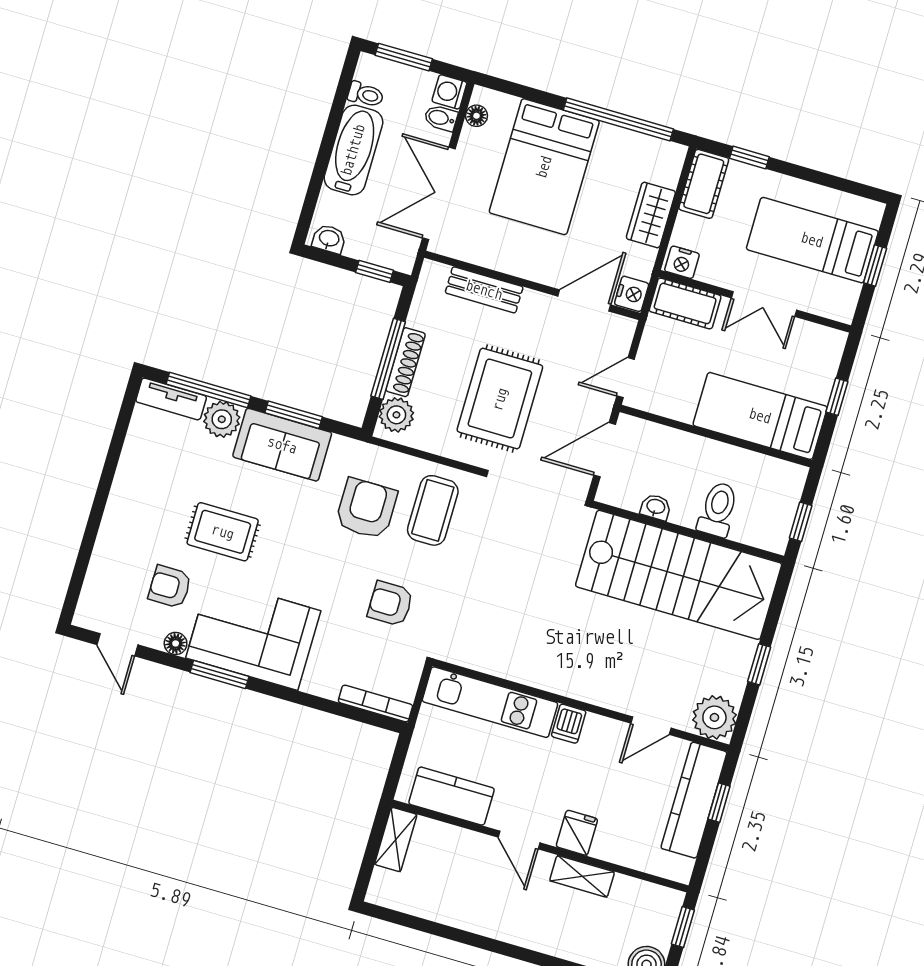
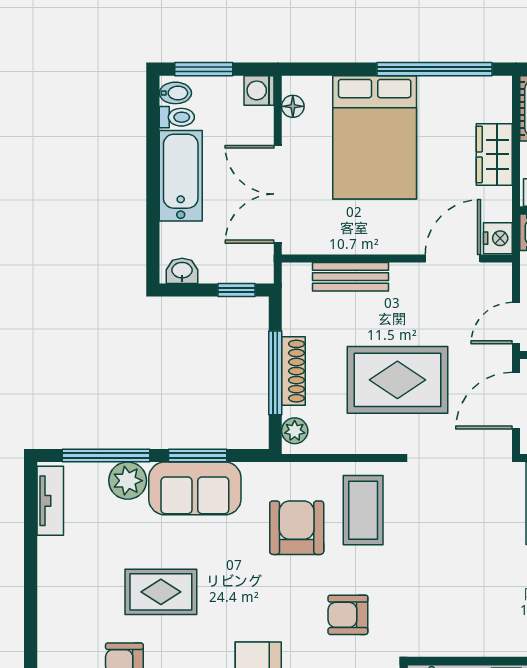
bidet: (441, 118) -> (175, 93), moved, turned 180
tv unit: (171, 399) -> (50, 501), moved, turned -90
rug: (500, 399) -> (397, 380), turned 90
plant: (396, 415) -> (295, 431), width x0.73, depth x0.73

